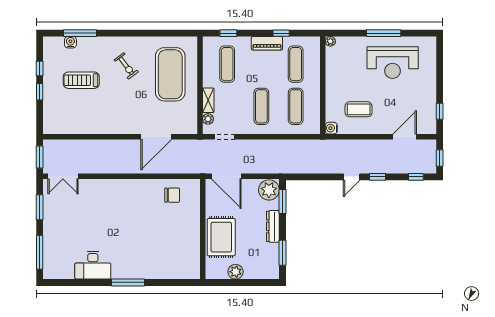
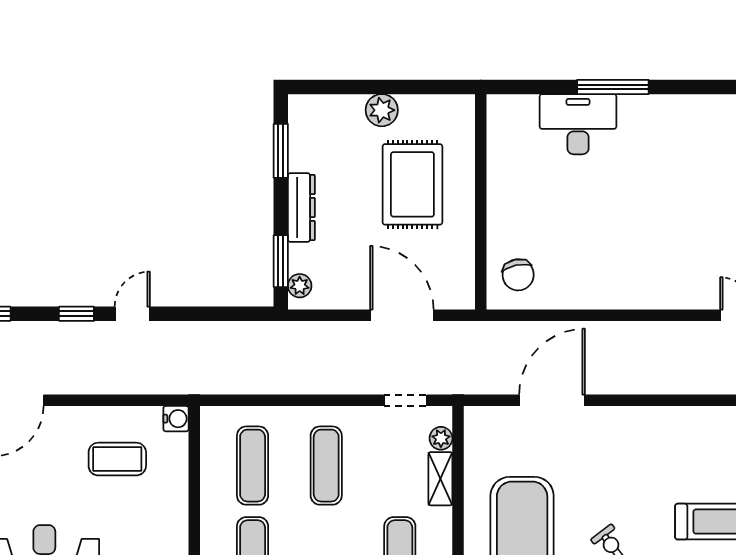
plant: (269, 190) -> (300, 286), width x0.53, depth x0.53
chair: (172, 195) -> (518, 275), turned -102
wall: (203, 229) -> (481, 202), moved
desk: (93, 265) -> (578, 124), moved

